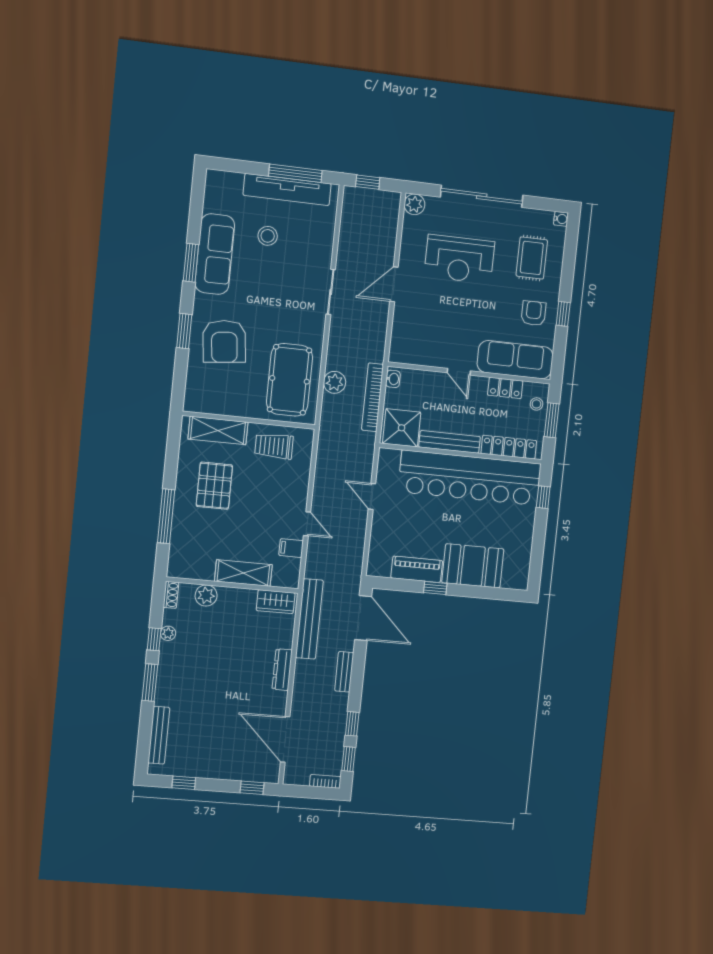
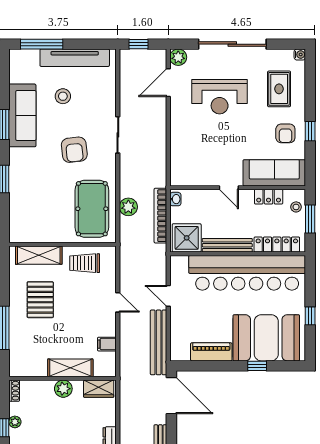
window: (295, 173) -> (42, 44), moved
door: (394, 284) -> (168, 83), moved
armchair: (534, 313) -> (285, 133), turned 180
armchair: (224, 341) -> (74, 150), moved, width x0.73, depth x0.73
window: (543, 497) -> (310, 316), moved
door: (307, 524) -> (118, 302), moved
booth: (473, 566) -> (266, 338), width x1.36, depth x1.42
window: (435, 588) -> (257, 366), moved
plant: (206, 595) -> (63, 389), moved
bench: (309, 619) -> (159, 342), moved

